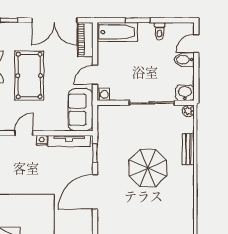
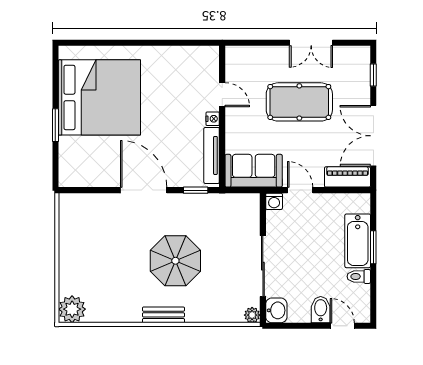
bathtub: (117, 32) -> (358, 241), moved
bench: (188, 149) -> (163, 315), moved

